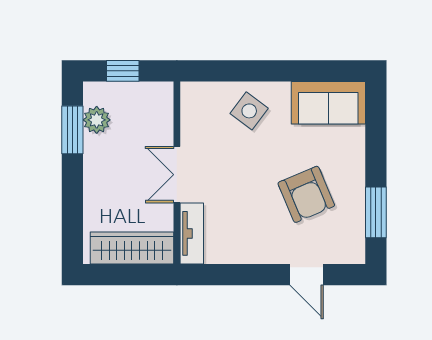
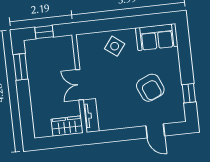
plant: (97, 120) -> (33, 60), removed
window: (376, 212) -> (189, 93), width x0.67
wardrobe: (132, 248) -> (67, 126), width x0.67

